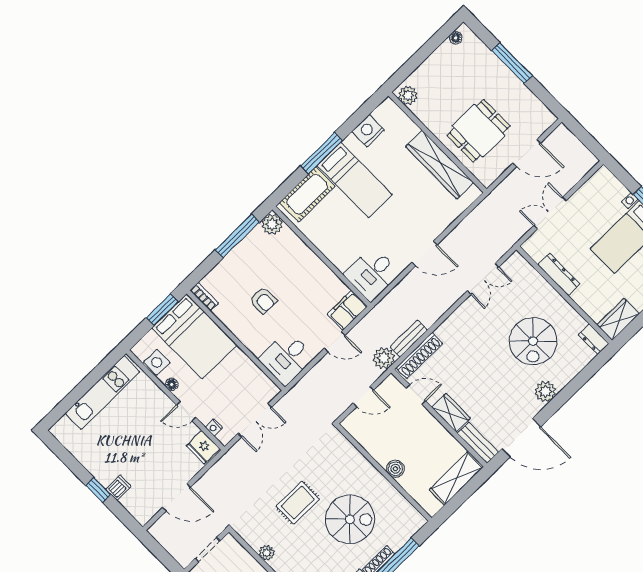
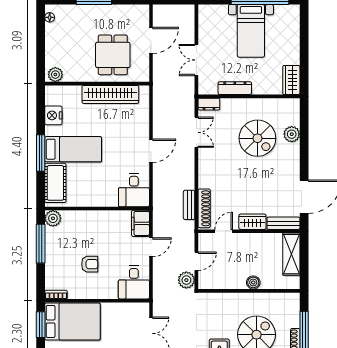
dresser: (594, 339) -> (209, 104), moved
plant: (384, 358) -> (186, 280), moved
plant: (545, 392) -> (292, 134), moved

